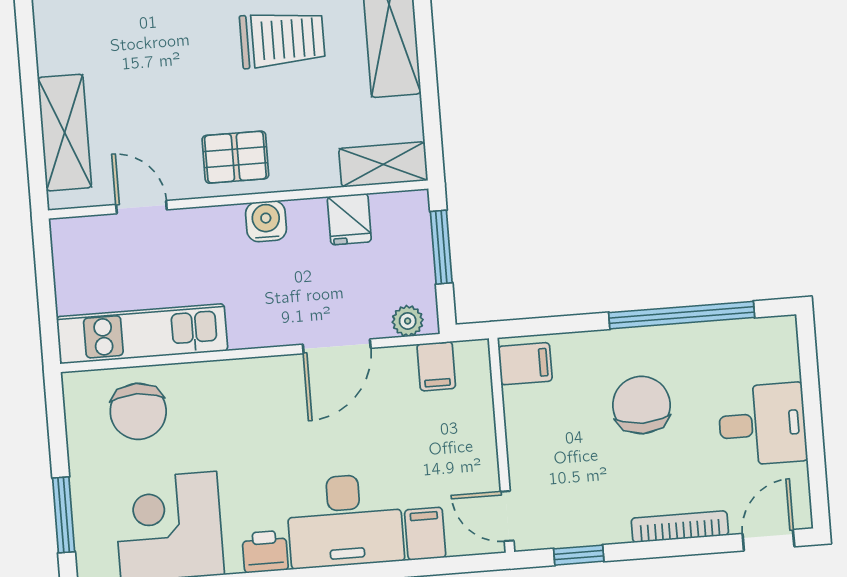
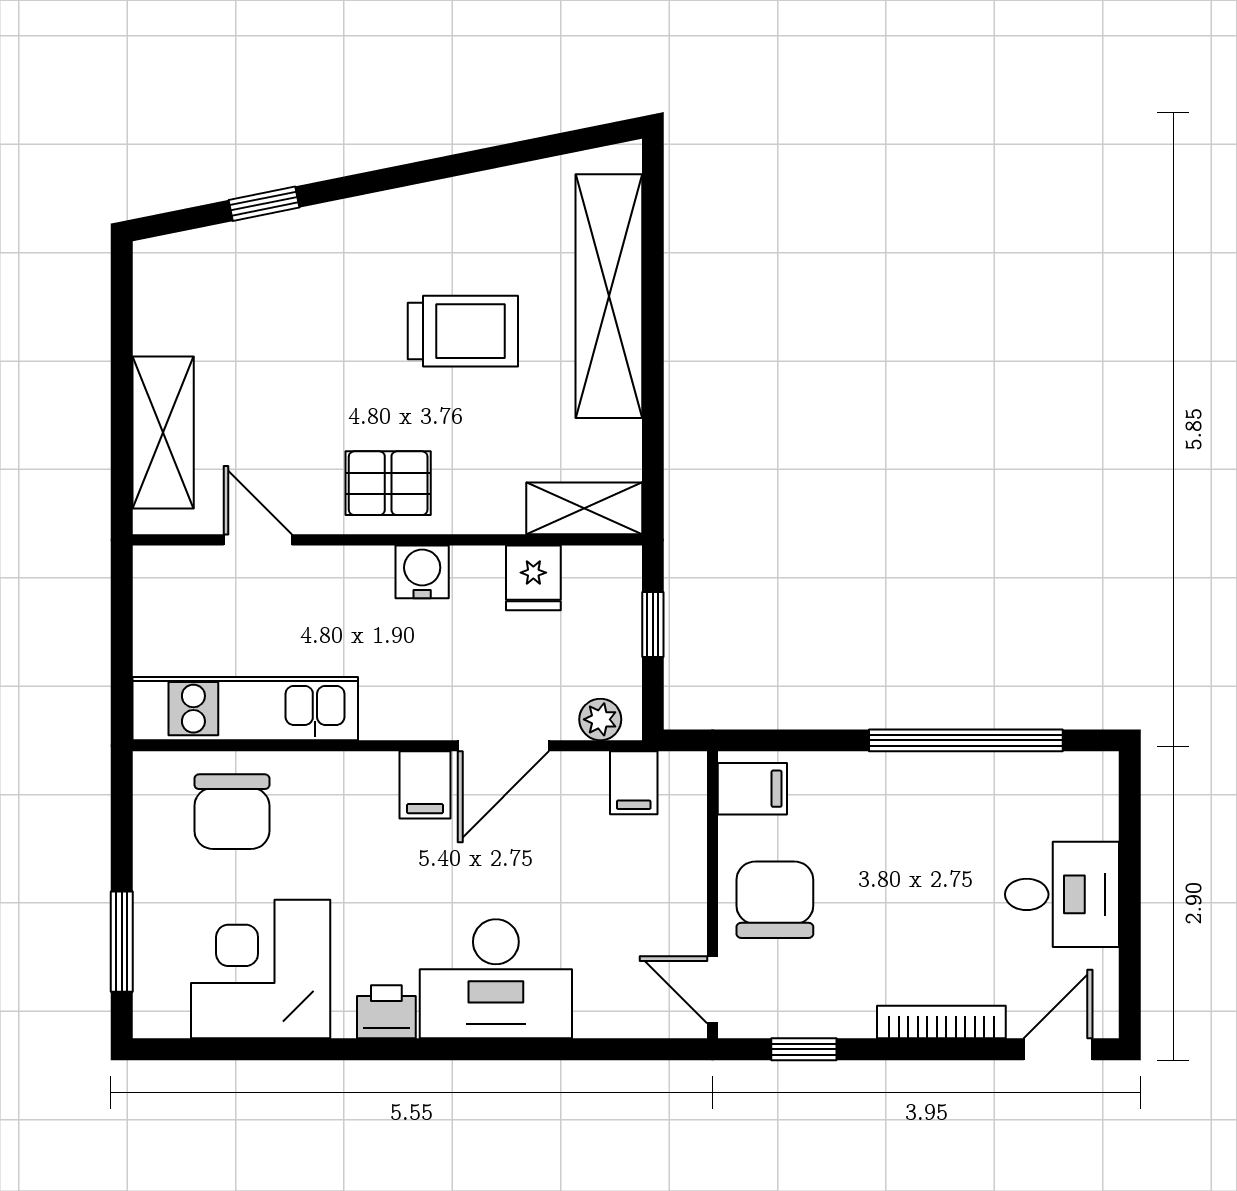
window: (441, 247) -> (653, 625), width x0.67
chair: (641, 405) -> (775, 900), moved
filing cabinet: (425, 534) -> (425, 785), moved, turned 180

